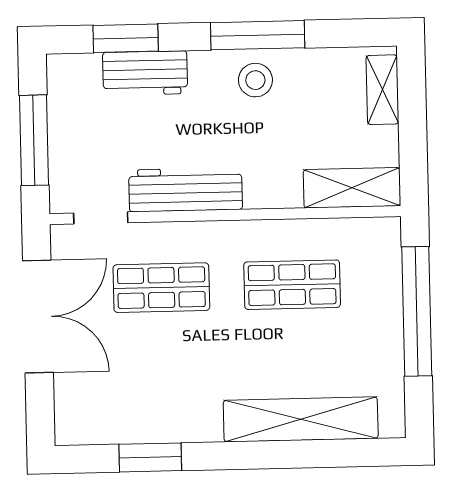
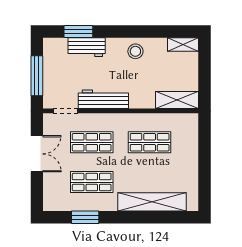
window: (258, 35) -> (137, 31), removed
shelving: (382, 90) -> (183, 44), moved, turned 90
window: (417, 311) -> (204, 155), removed
double door: (38, 317) -> (37, 154), width x0.73
shop shelf: (163, 378) -> (92, 182), added

